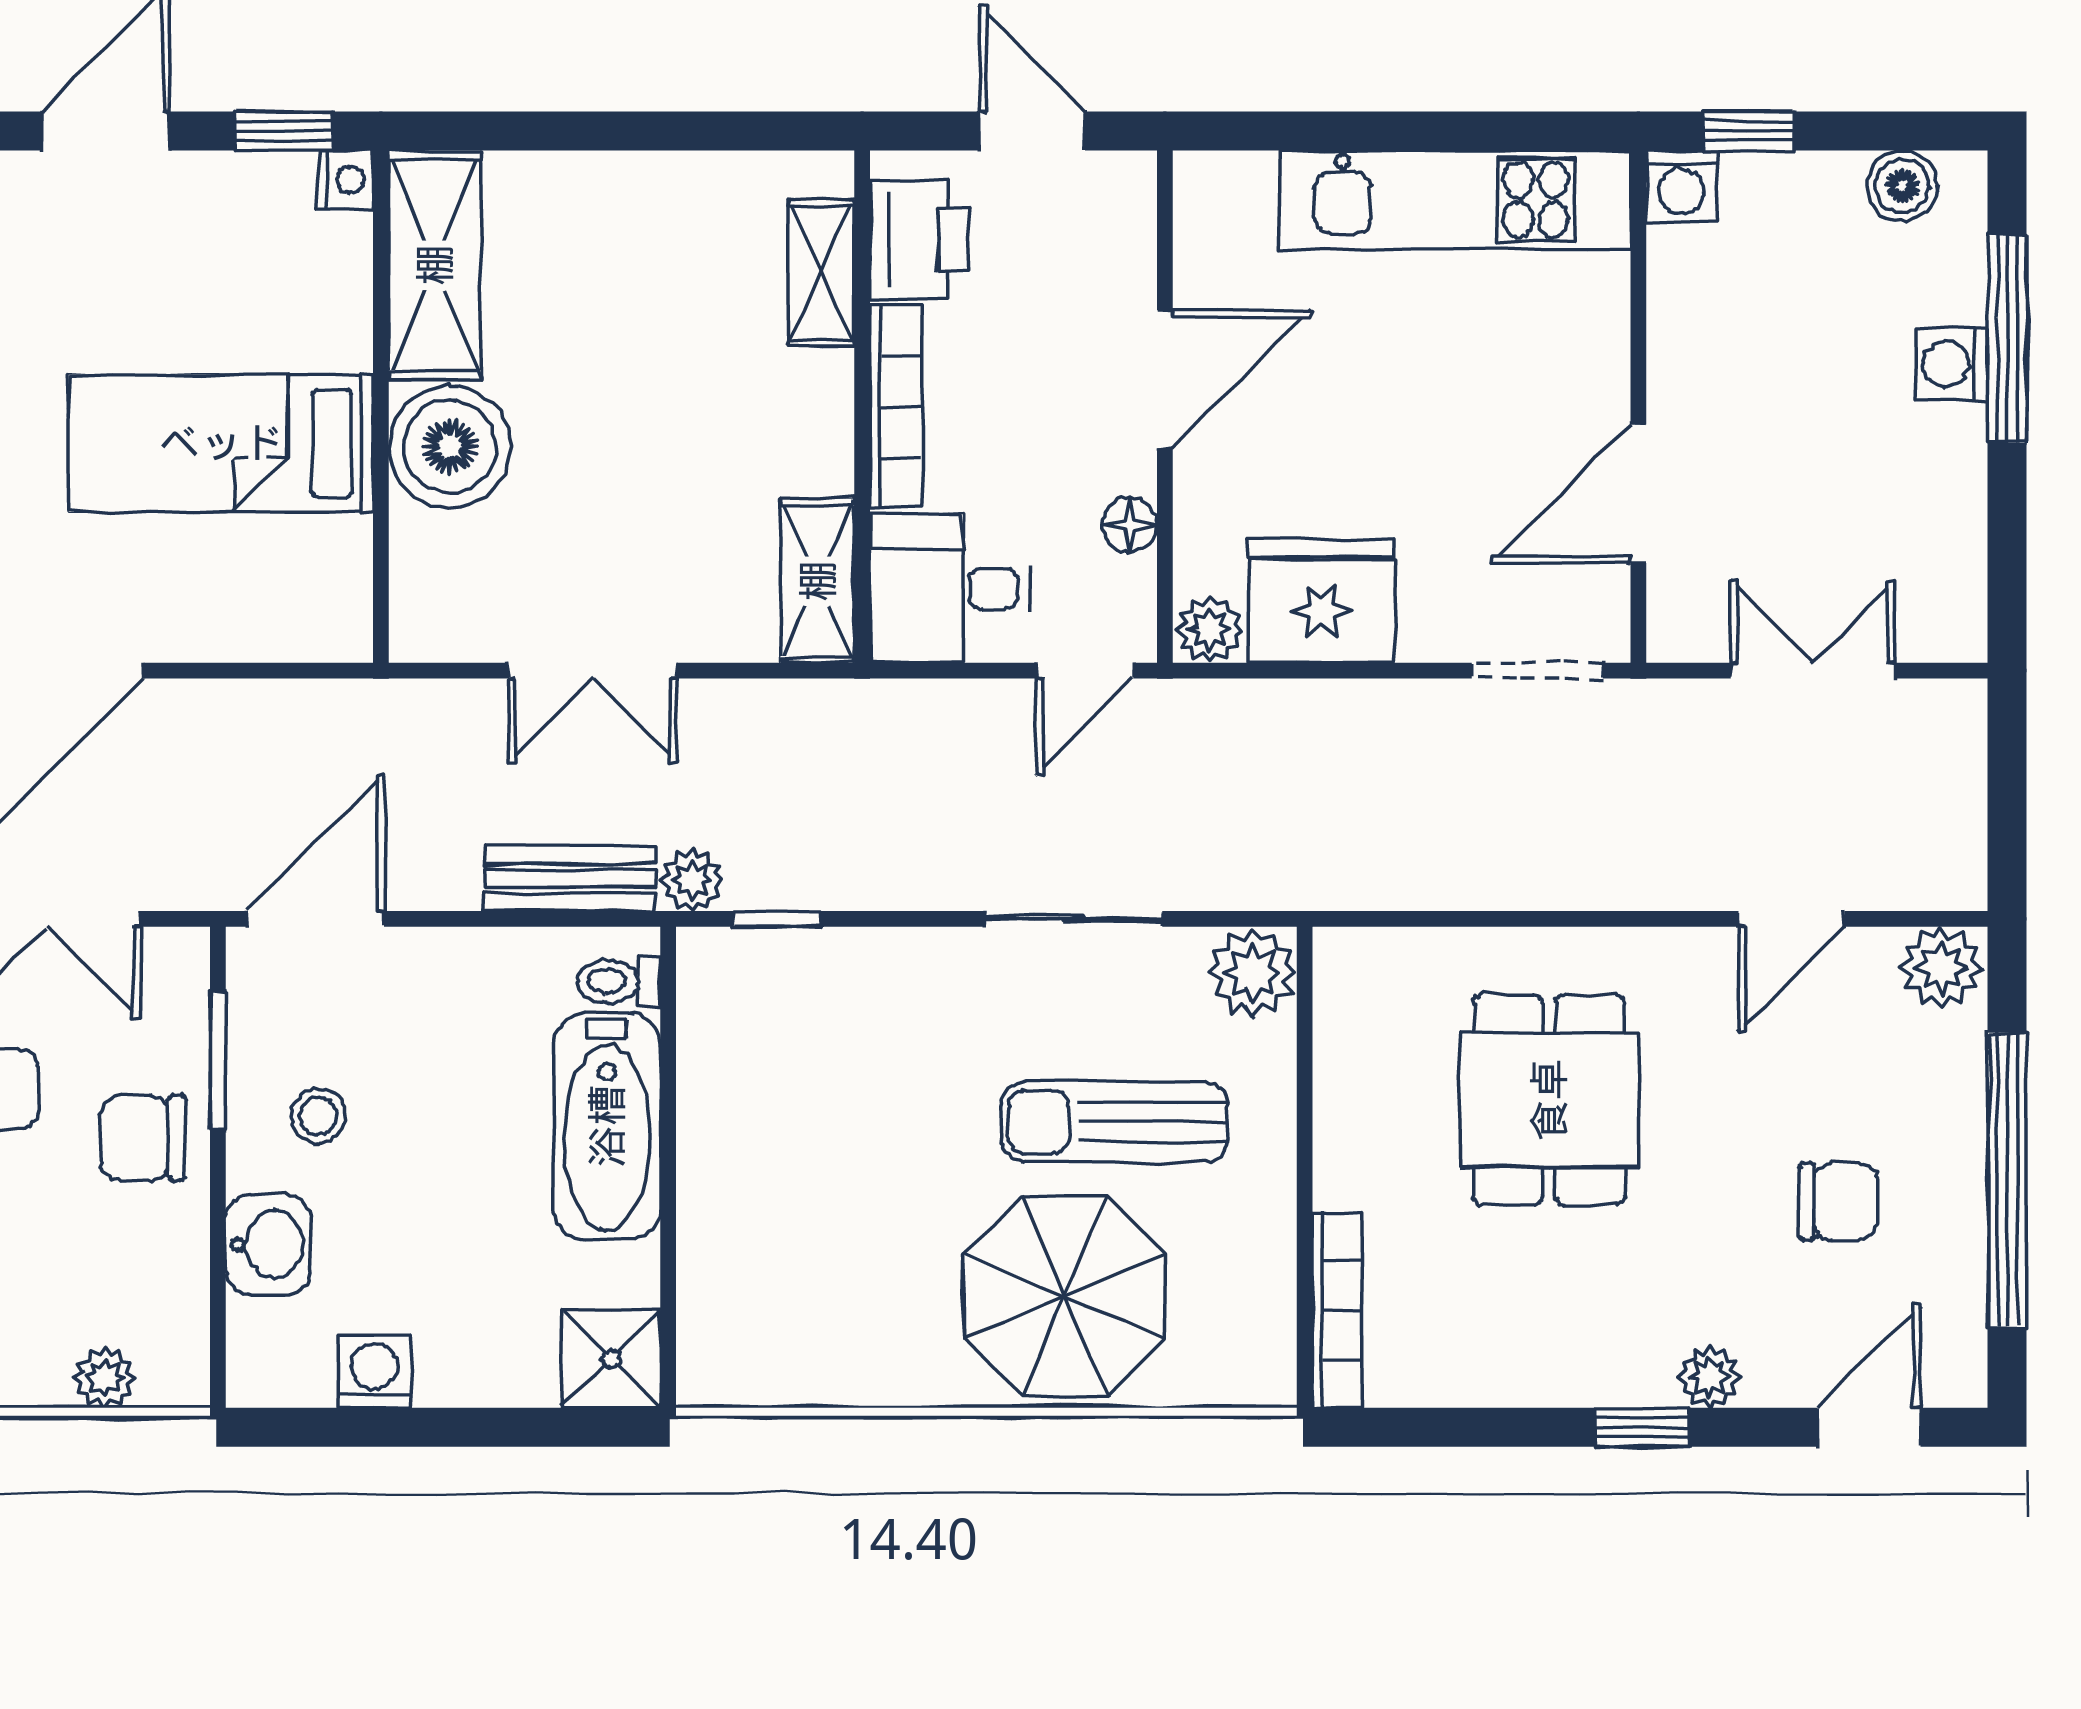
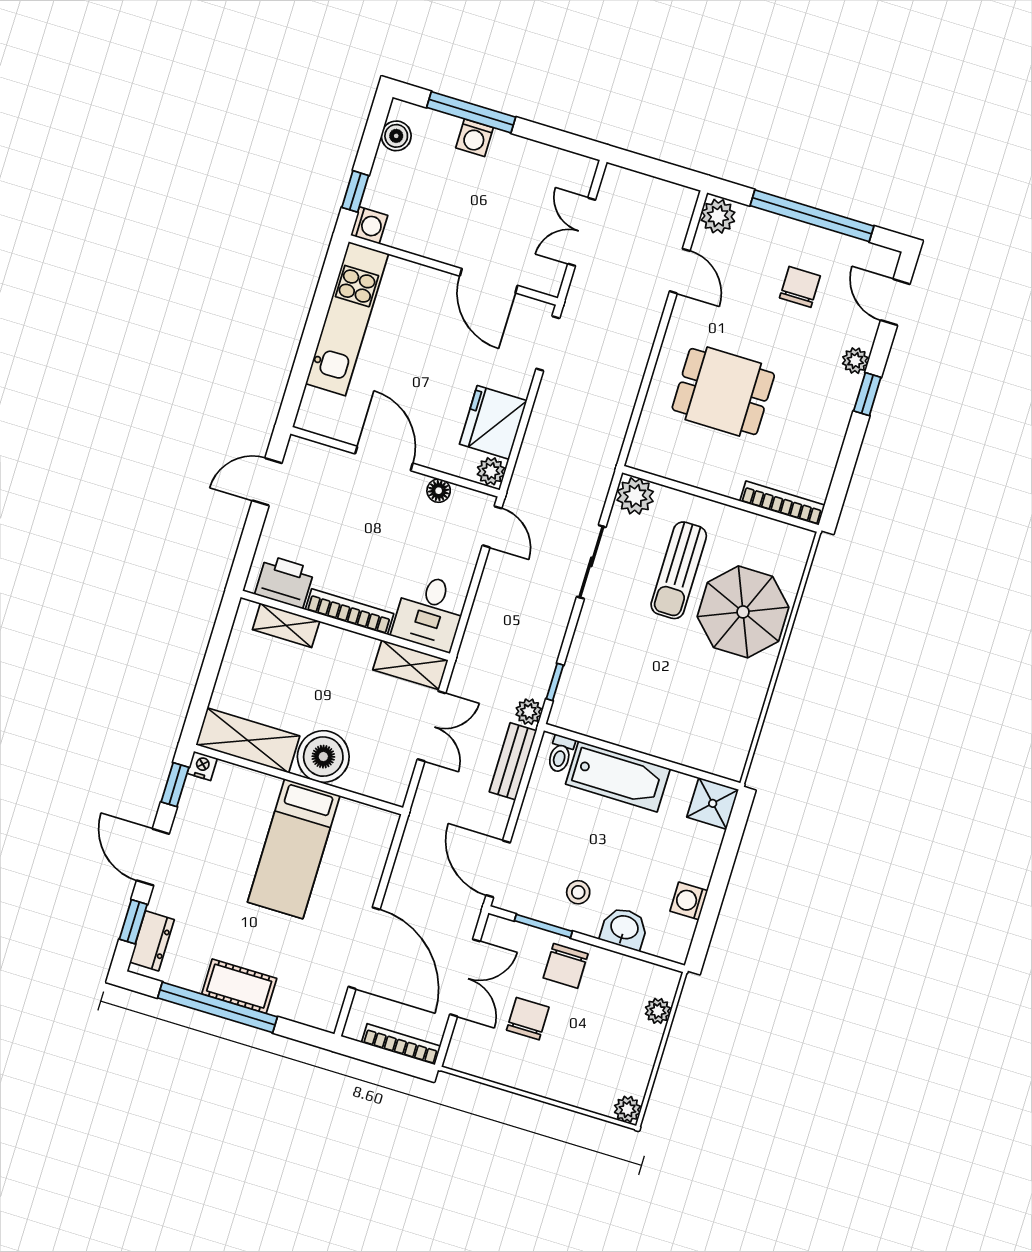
printer: (919, 239) -> (285, 582), moved
shelving: (821, 273) -> (286, 625), moved
wall: (862, 407) -> (345, 625), moved
bookcase: (896, 407) -> (349, 612), moved
shelving: (818, 581) -> (410, 665), moved
desk: (950, 589) -> (430, 612), moved

